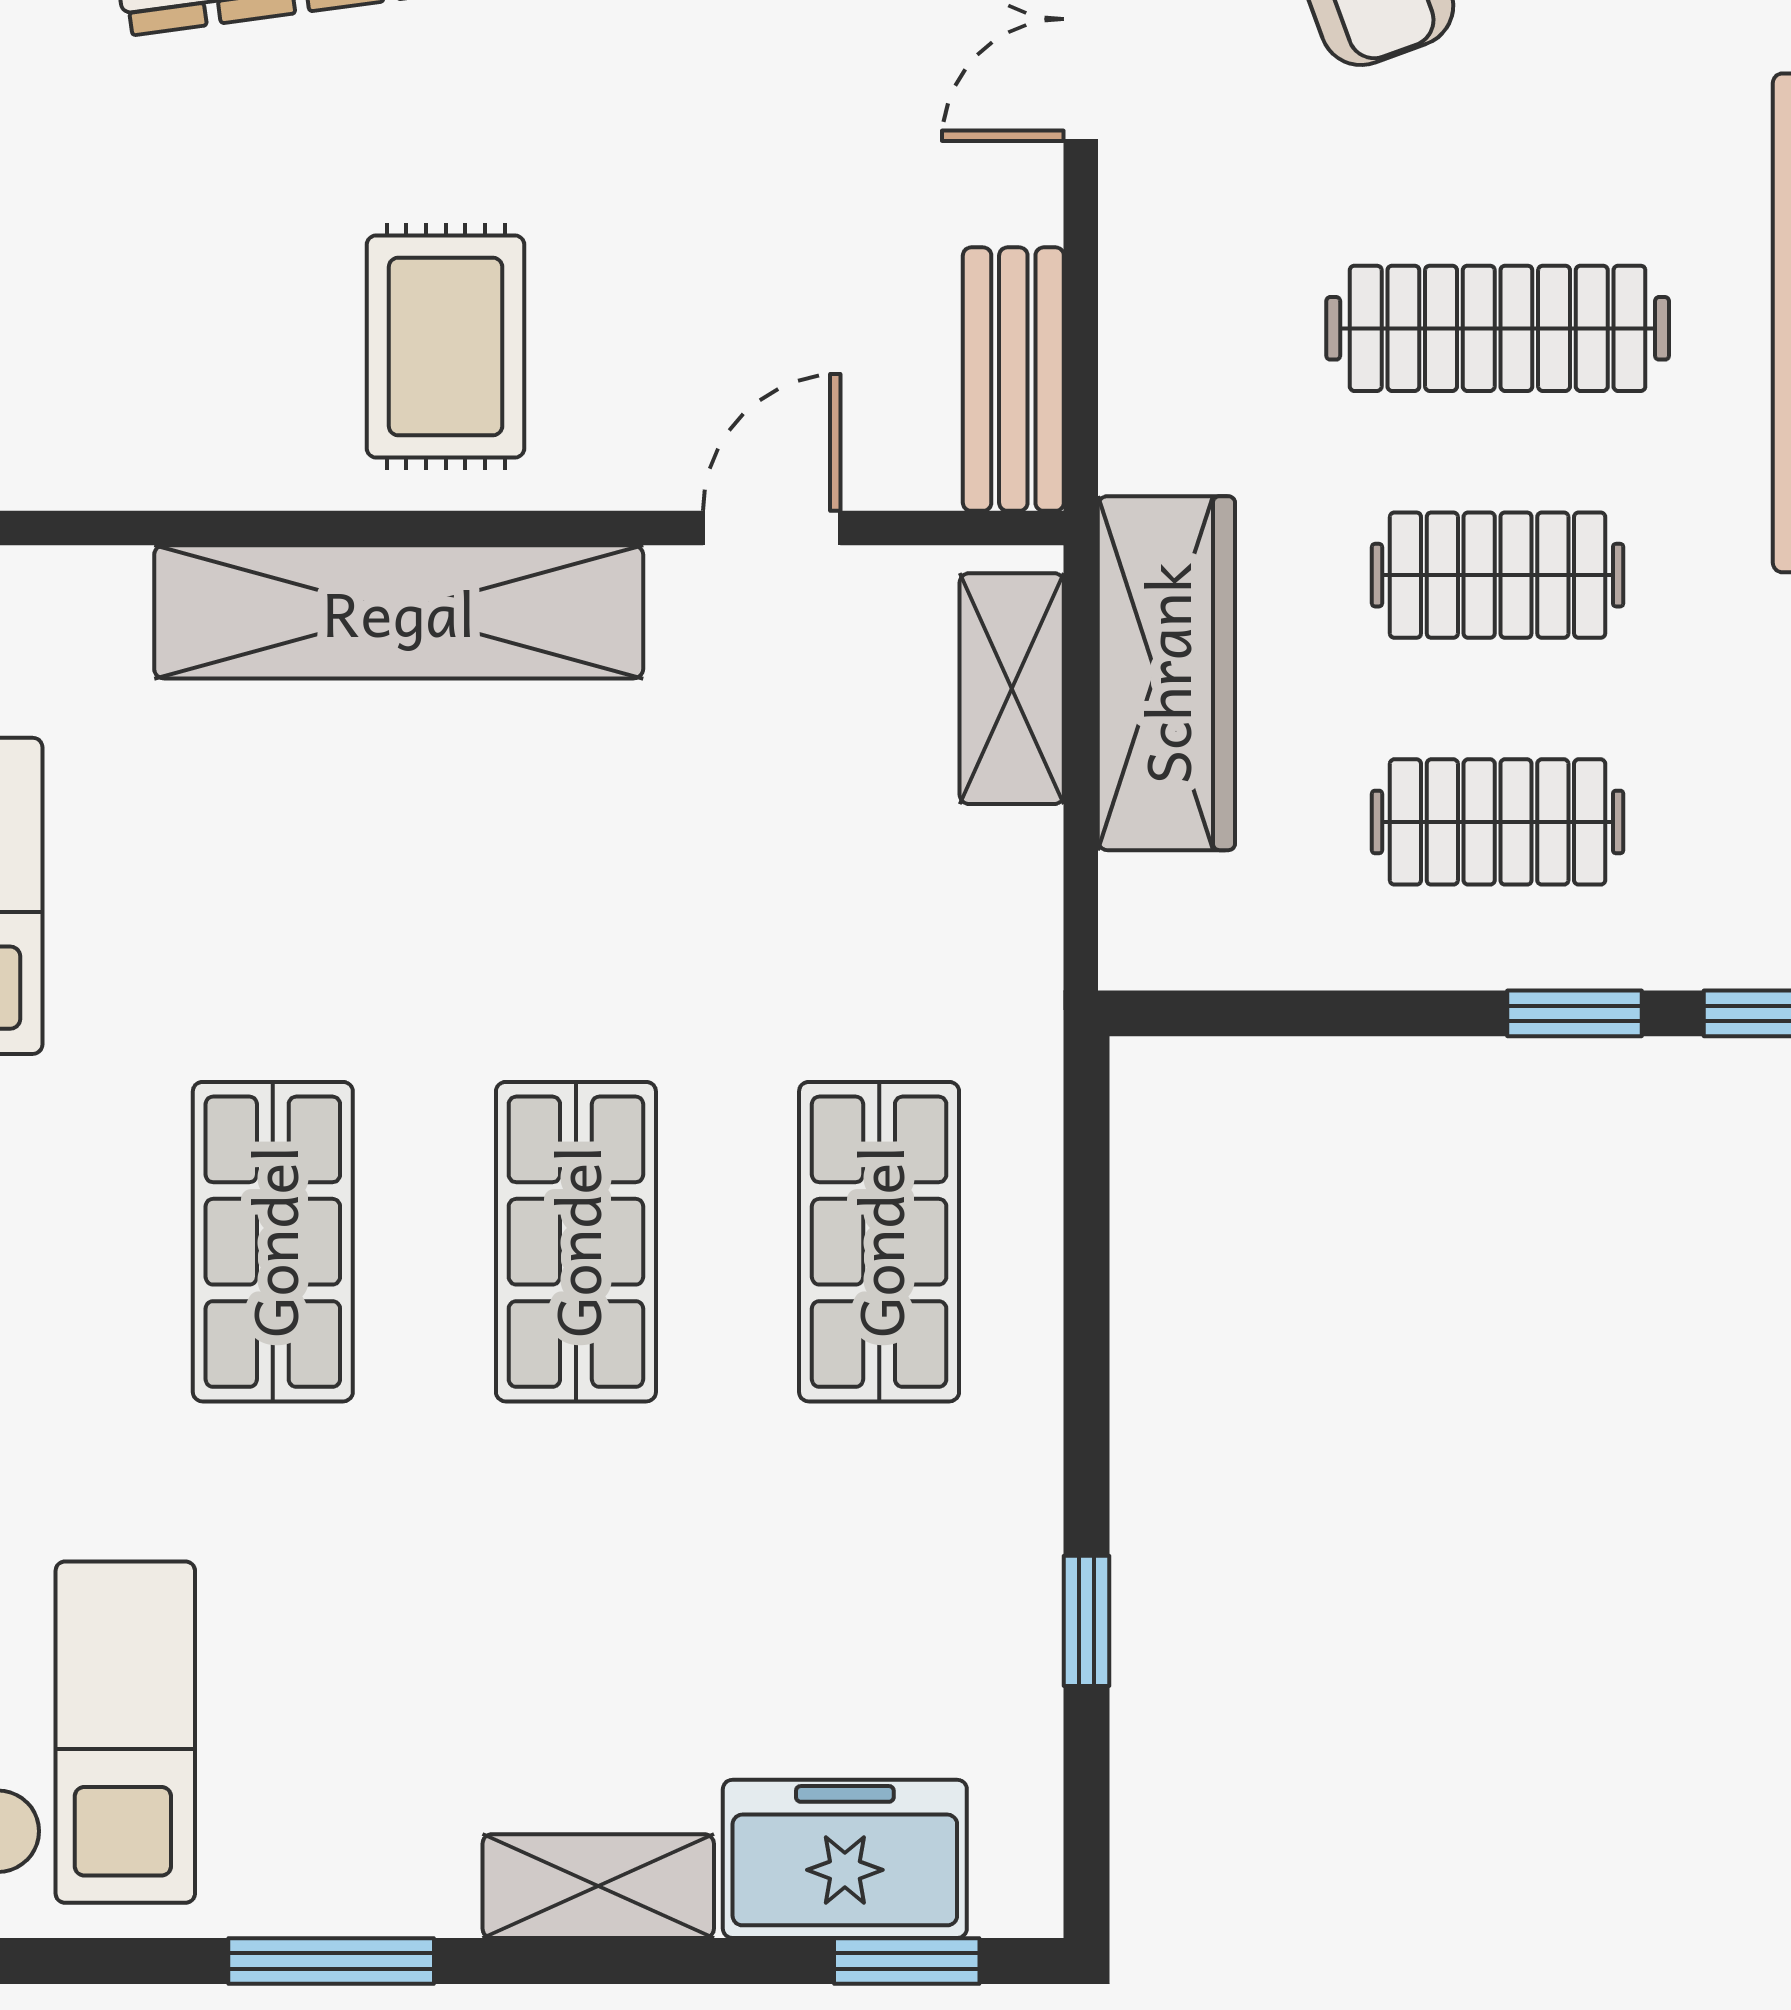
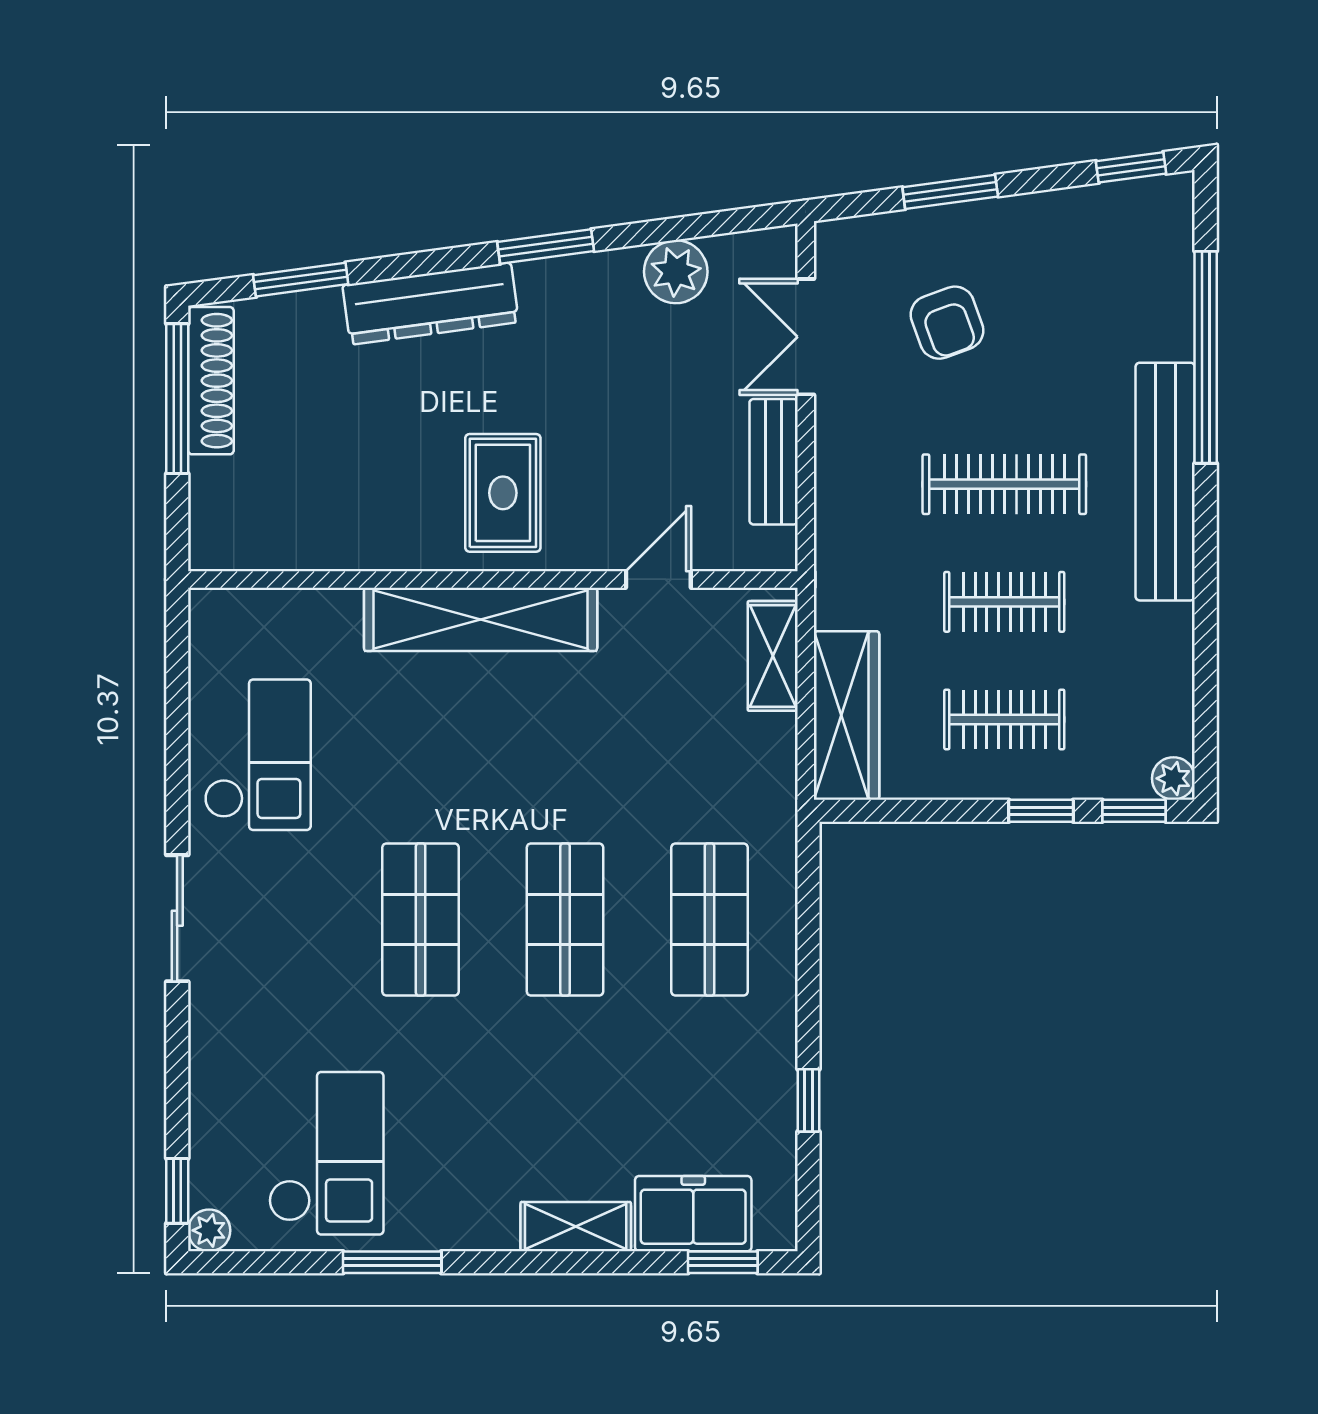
bench: (1013, 379) -> (774, 462), moved
wardrobe: (1166, 673) -> (846, 715), moved
window: (331, 1961) -> (392, 1262), moved

